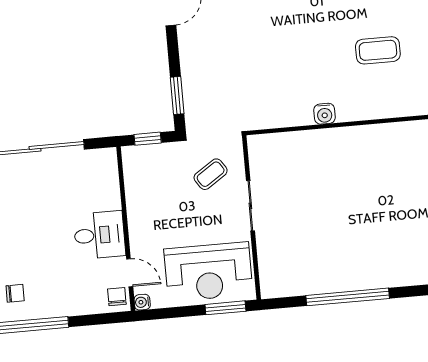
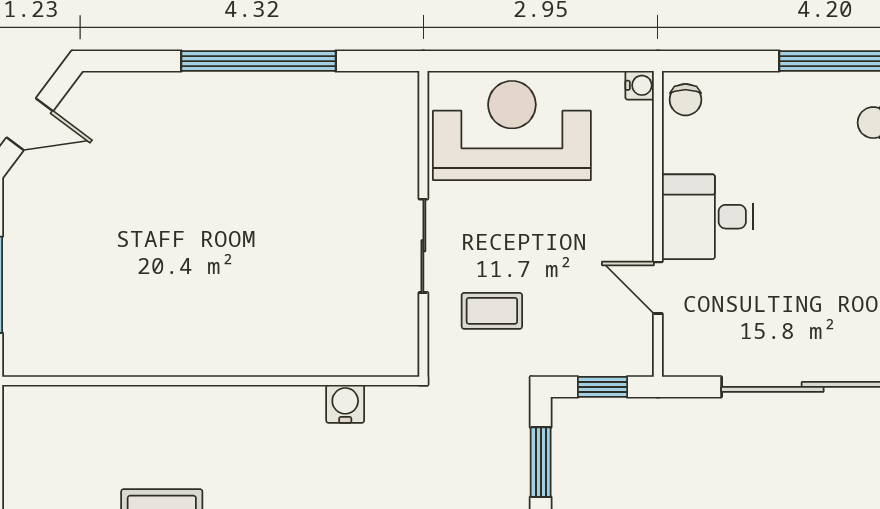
water cooler: (325, 114) -> (345, 404), moved
coffee table: (211, 174) -> (492, 311), turned 34
door: (130, 273) -> (658, 288), moved
window: (225, 308) -> (486, 61), removed

